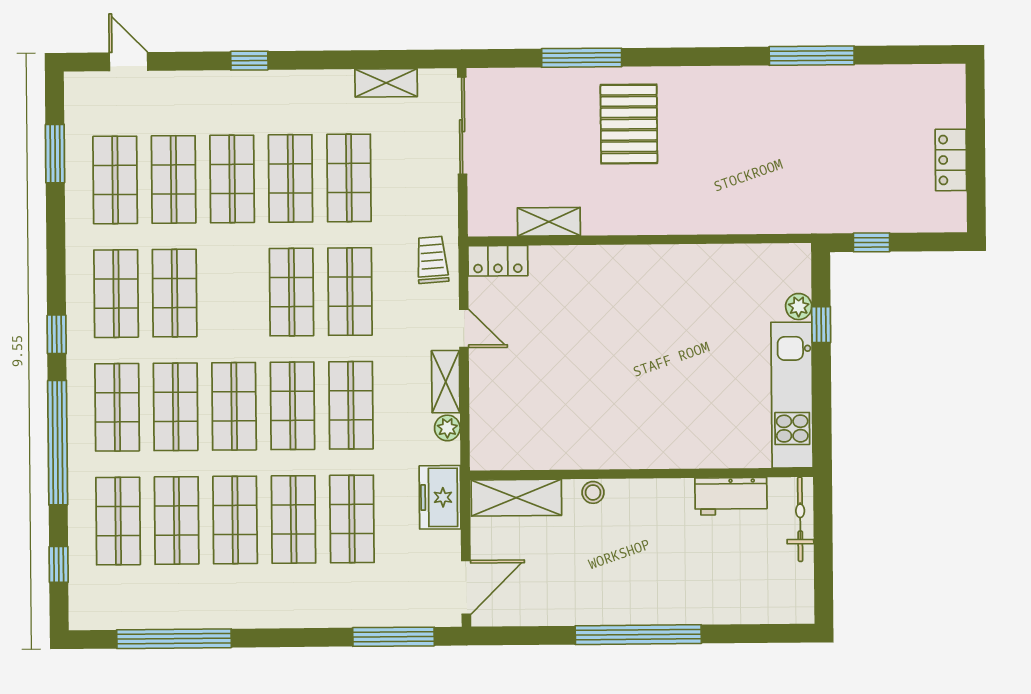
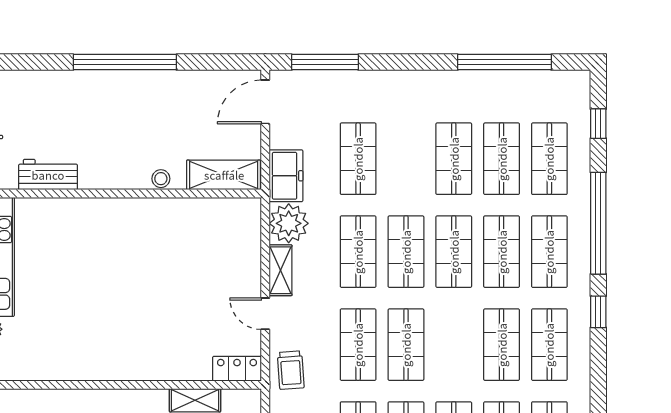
plant: (447, 428) -> (289, 223), width x1.88, depth x1.88
shop shelf: (293, 519) -> (406, 159), removed

